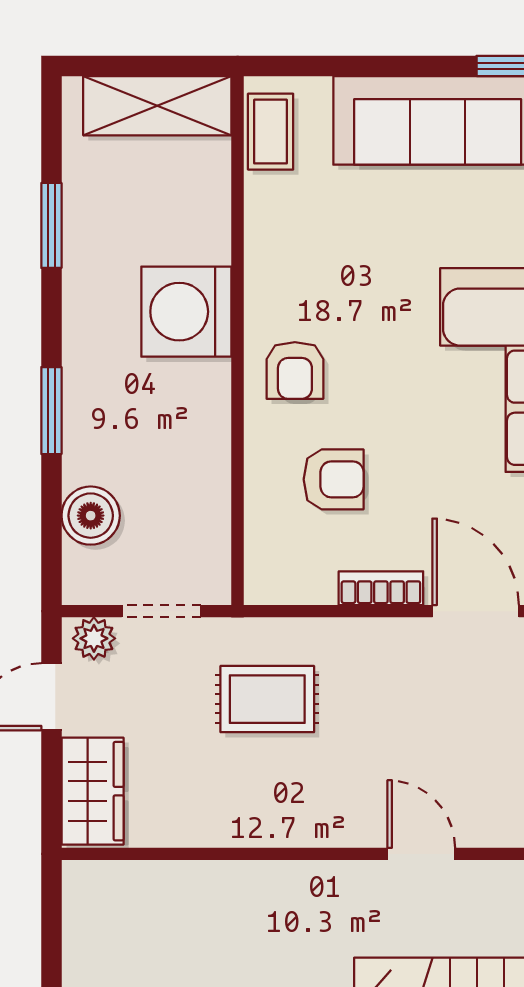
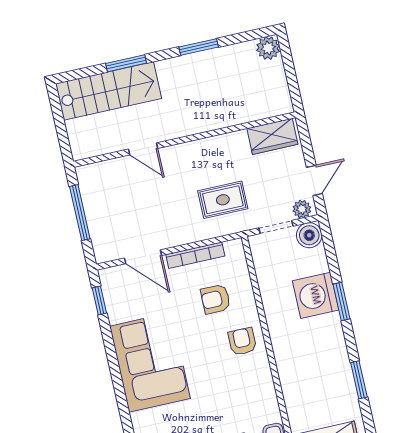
washing machine: (186, 312) -> (316, 295), moved, turned 180
boiler: (91, 516) -> (309, 235), moved
bookcase: (381, 588) -> (195, 255), width x1.56
wardrobe: (93, 791) -> (272, 136), moved, turned -90

